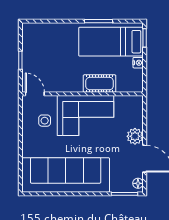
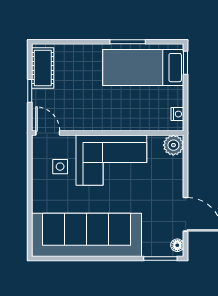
nightstand: (138, 63) -> (177, 114), moved
cot: (100, 84) -> (43, 68), moved, turned 90
plant: (135, 136) -> (173, 145), moved

